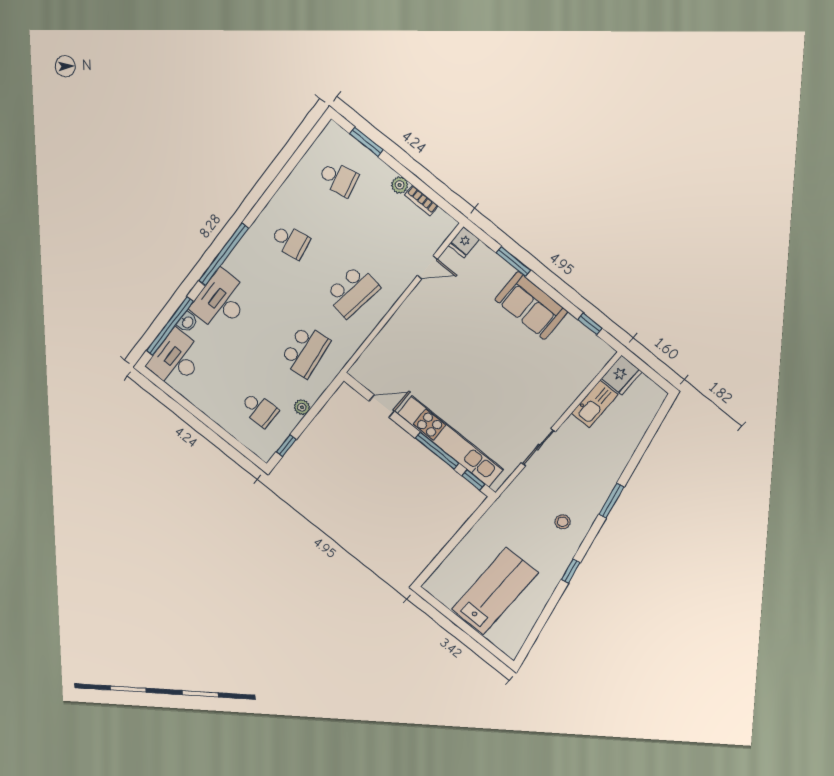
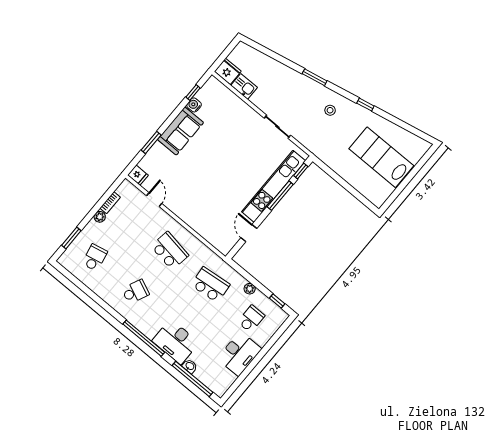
school desk: (290, 241) -> (135, 292), turned 33
water cooler: (571, 326) -> (194, 105), added
desk: (176, 359) -> (239, 354), moved, turned -90
kitchen sink: (595, 404) -> (244, 86), width x0.73

